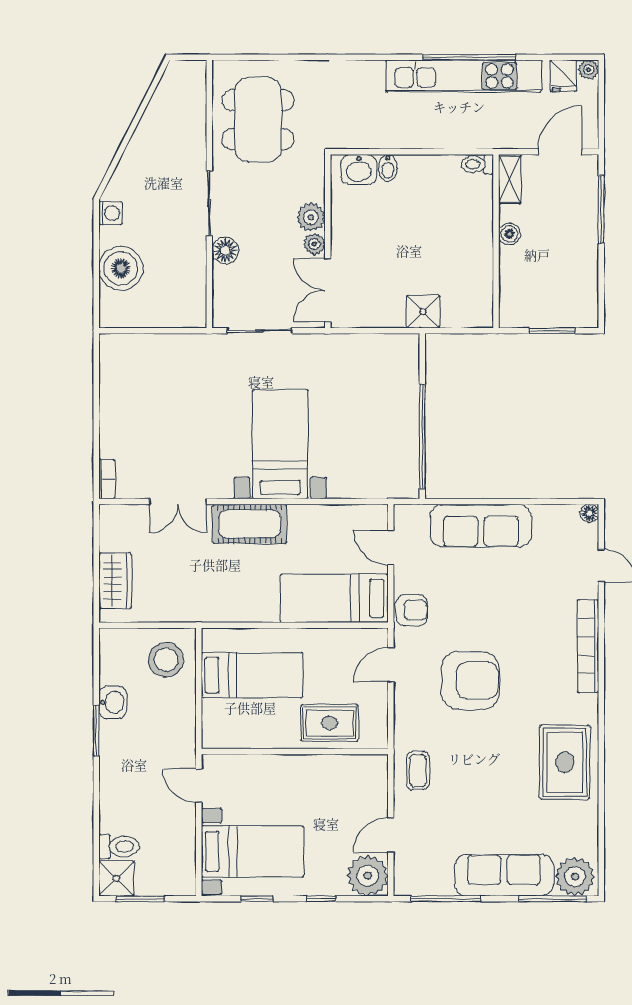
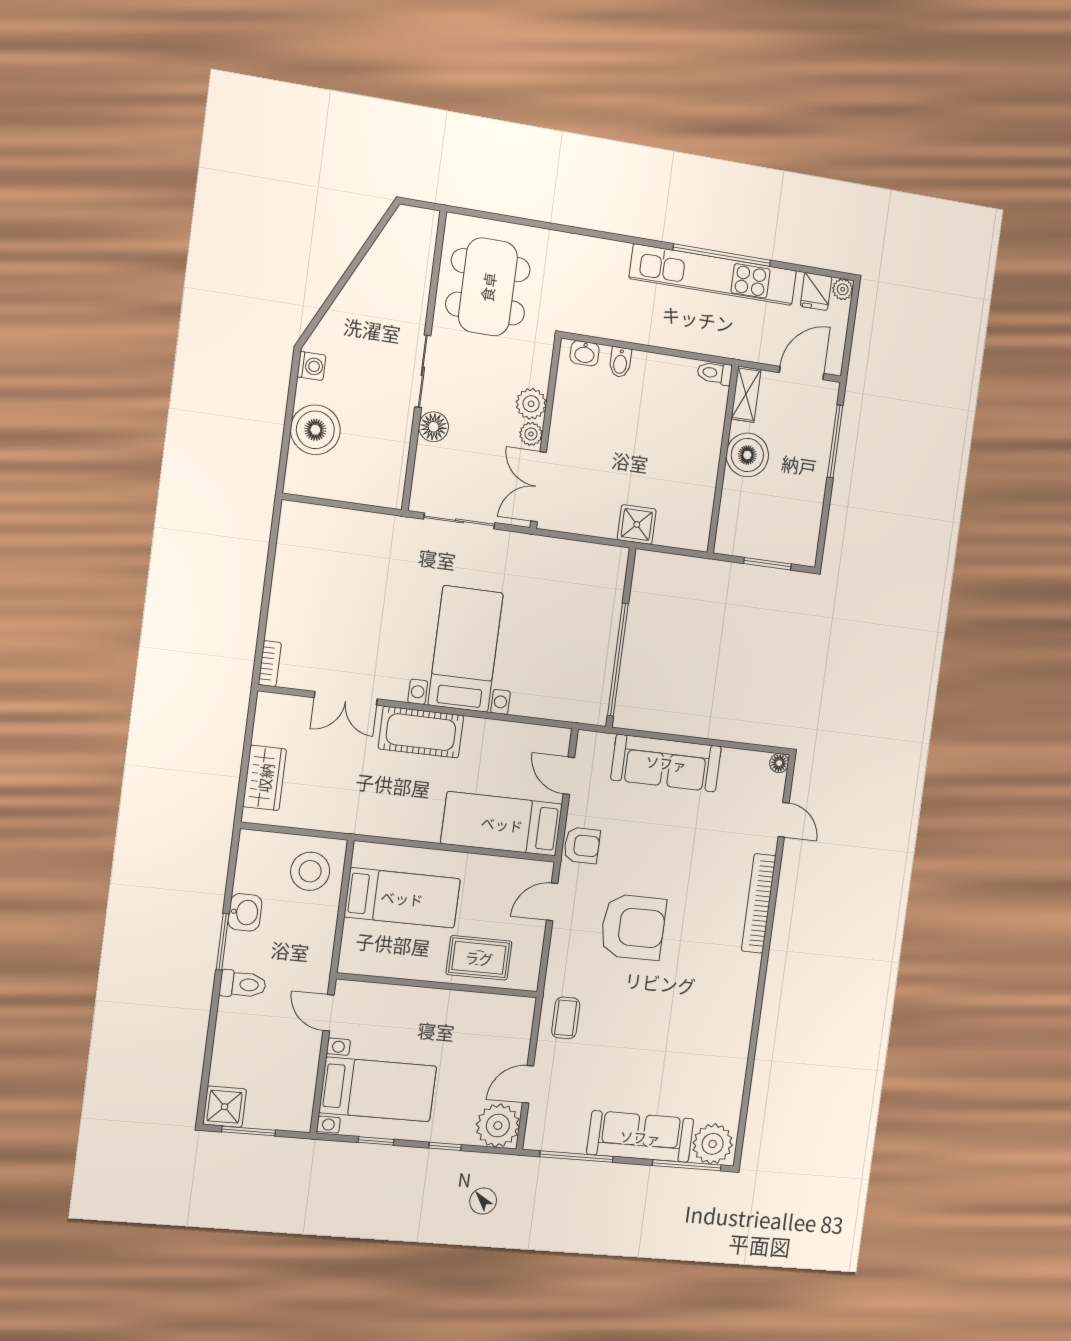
washbasin: (359, 170) -> (585, 353), width x0.72, depth x0.69
boiler: (509, 234) -> (747, 455), width x1.86, depth x1.86
rug: (565, 762) -> (718, 1023), removed
toilet: (119, 847) -> (243, 984), moved

